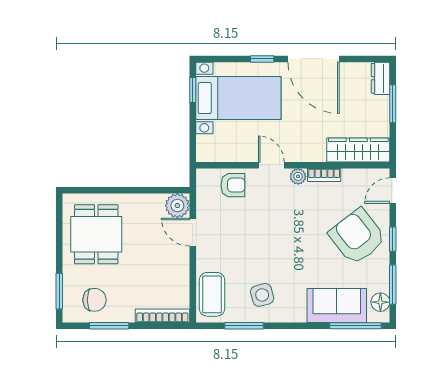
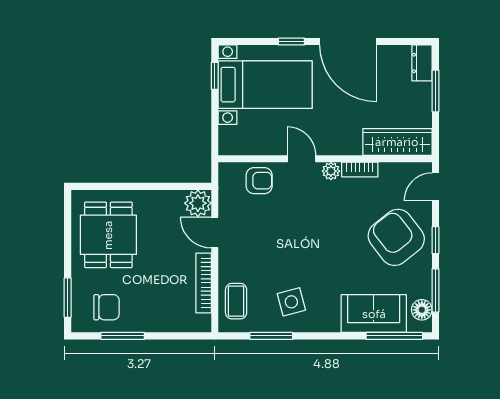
coffee table: (212, 294) -> (236, 301), width x0.73, depth x0.77
bookcase: (162, 316) -> (204, 283), moved, turned -90

